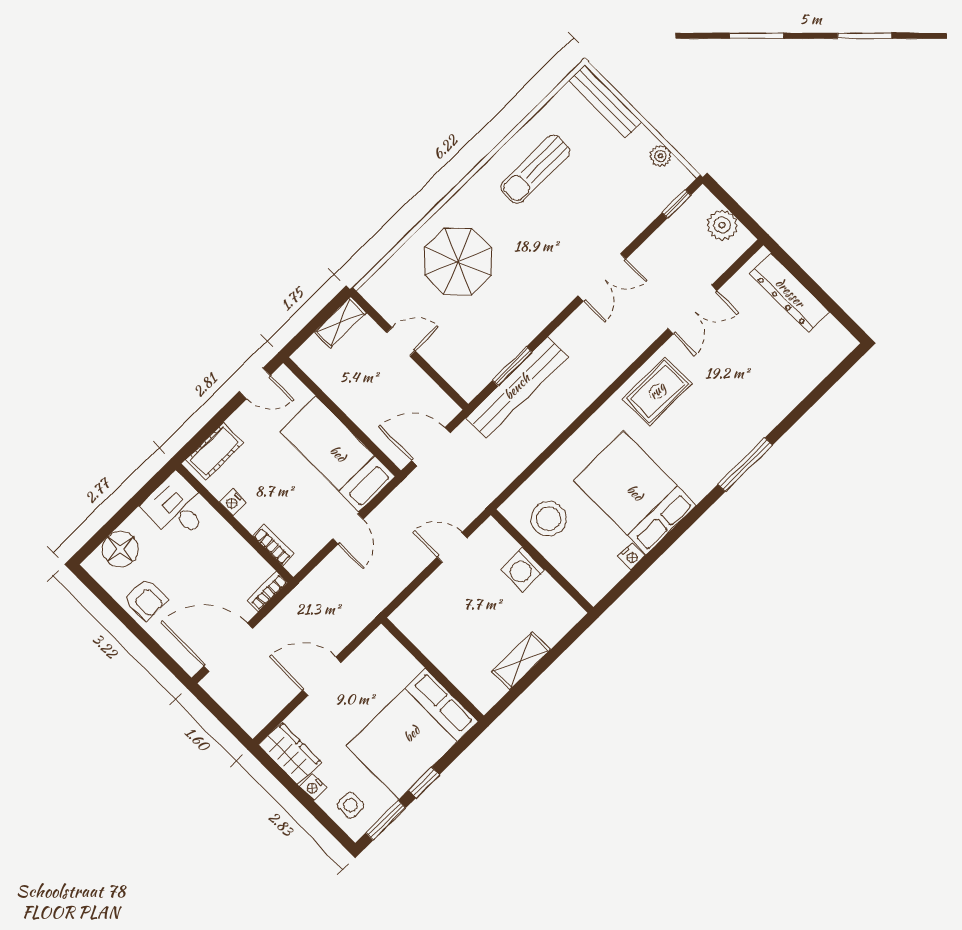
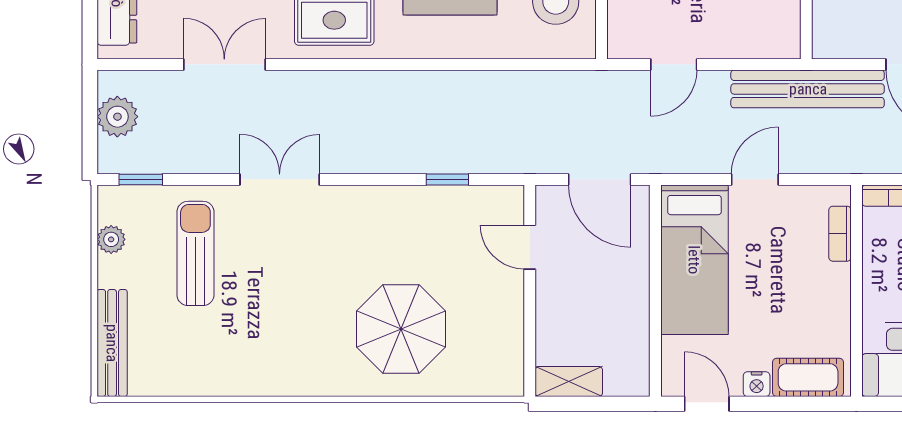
sun lounger: (535, 169) -> (195, 253), moved, turned -90
door: (401, 342) -> (530, 247), moved
window: (512, 366) -> (447, 179), width x0.67
bench: (517, 387) -> (808, 89), moved
nightstand: (233, 502) -> (757, 384), moved, turned 90
door: (452, 547) -> (674, 64), hinge flipped

